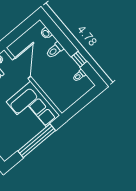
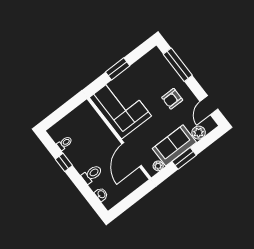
window: (37, 141) -> (118, 69), width x0.47

